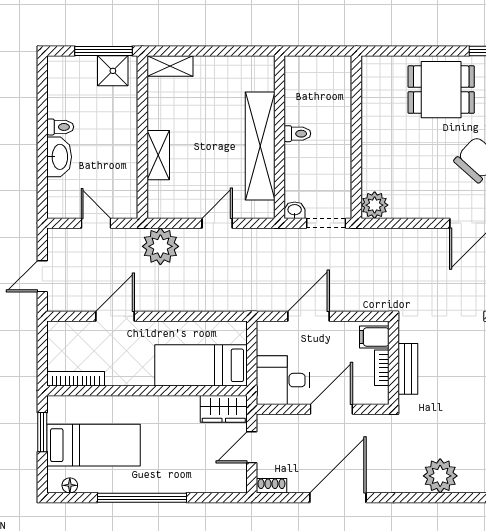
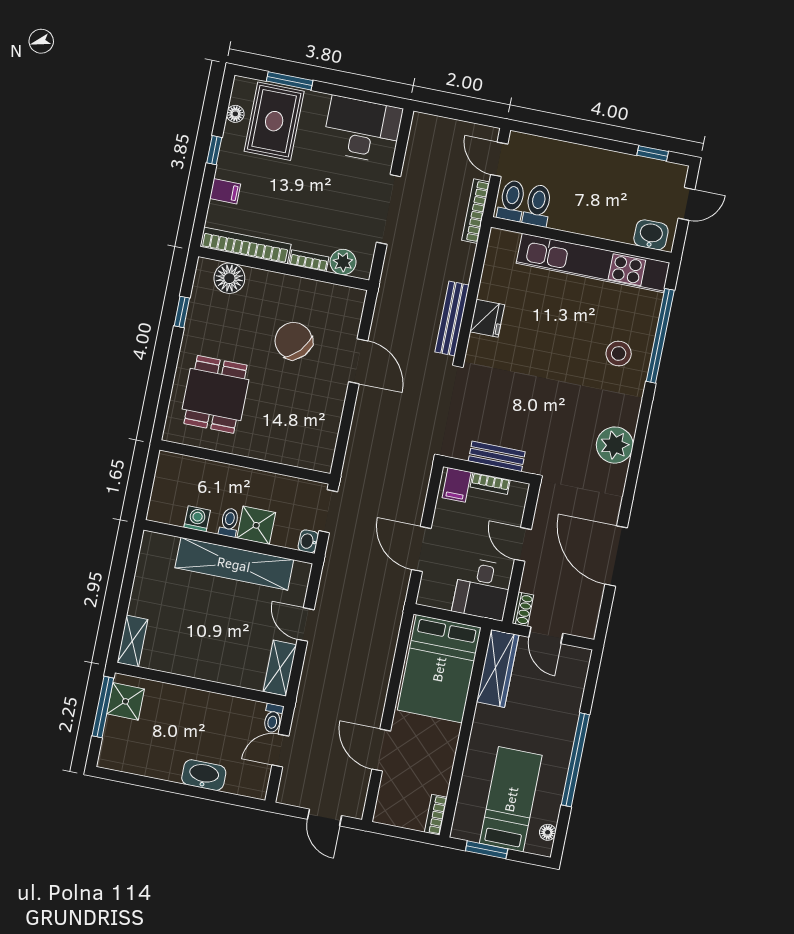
dining table: (441, 90) -> (215, 394), moved
washing machine: (295, 103) -> (197, 519), added
toilet: (60, 127) -> (273, 718), moved, turned 180
shelving: (158, 155) -> (280, 668), moved, turned 90
shower: (300, 159) -> (256, 525), added
plant: (375, 205) -> (319, 457), removed
plant: (160, 246) -> (318, 688), removed
bed: (201, 365) -> (439, 669), width x1.50
bookcase: (76, 379) -> (436, 815), width x0.64
wardrobe: (224, 409) -> (498, 668), width x1.50
door: (331, 409) -> (523, 544), width x0.73
shoe rack: (271, 486) -> (523, 609), moved, turned 180

